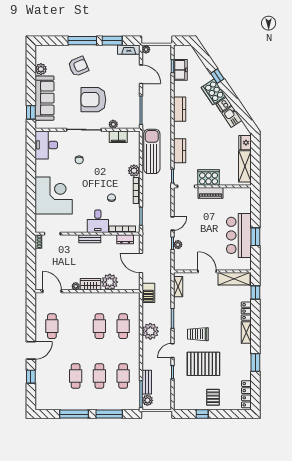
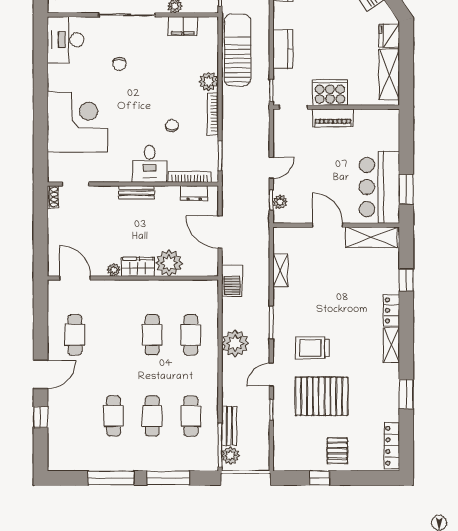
door: (207, 271) -> (328, 225), moved
wall: (212, 271) -> (336, 225), moved
shelving: (234, 279) -> (372, 237), moved

